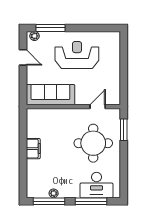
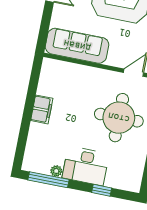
desk: (96, 185) -> (86, 166), moved
window: (91, 201) -> (102, 190), width x0.46

